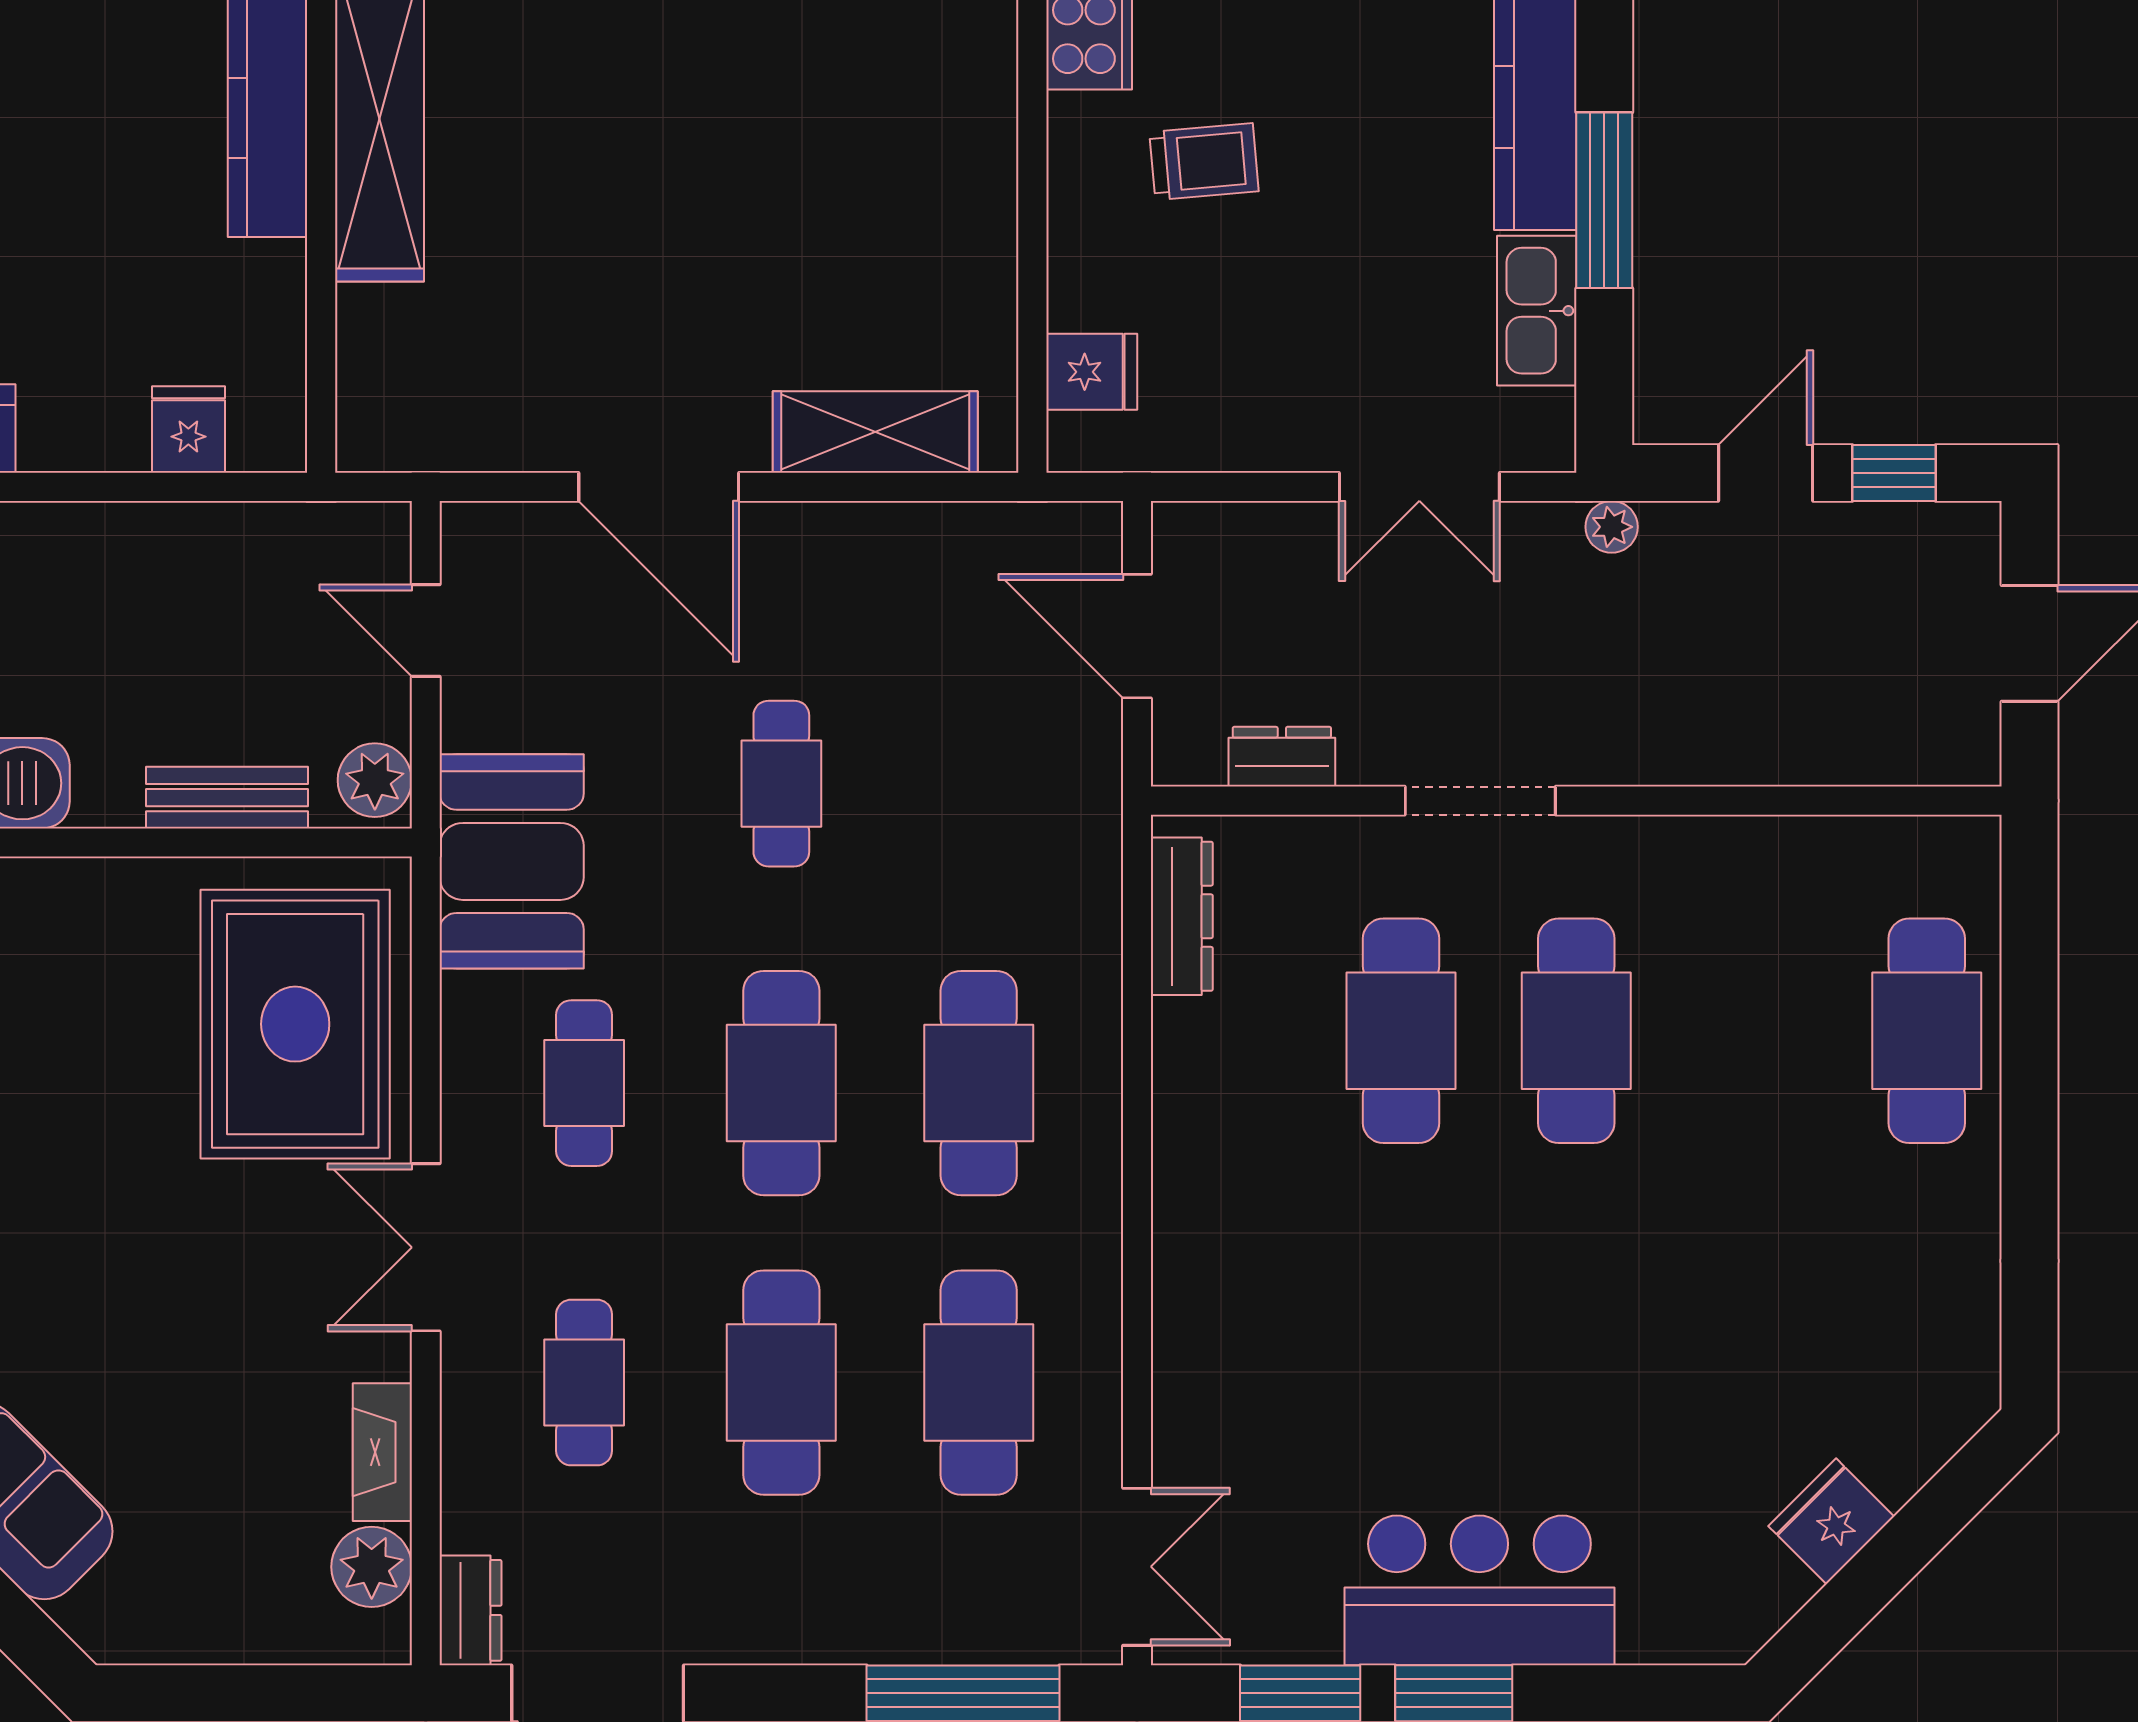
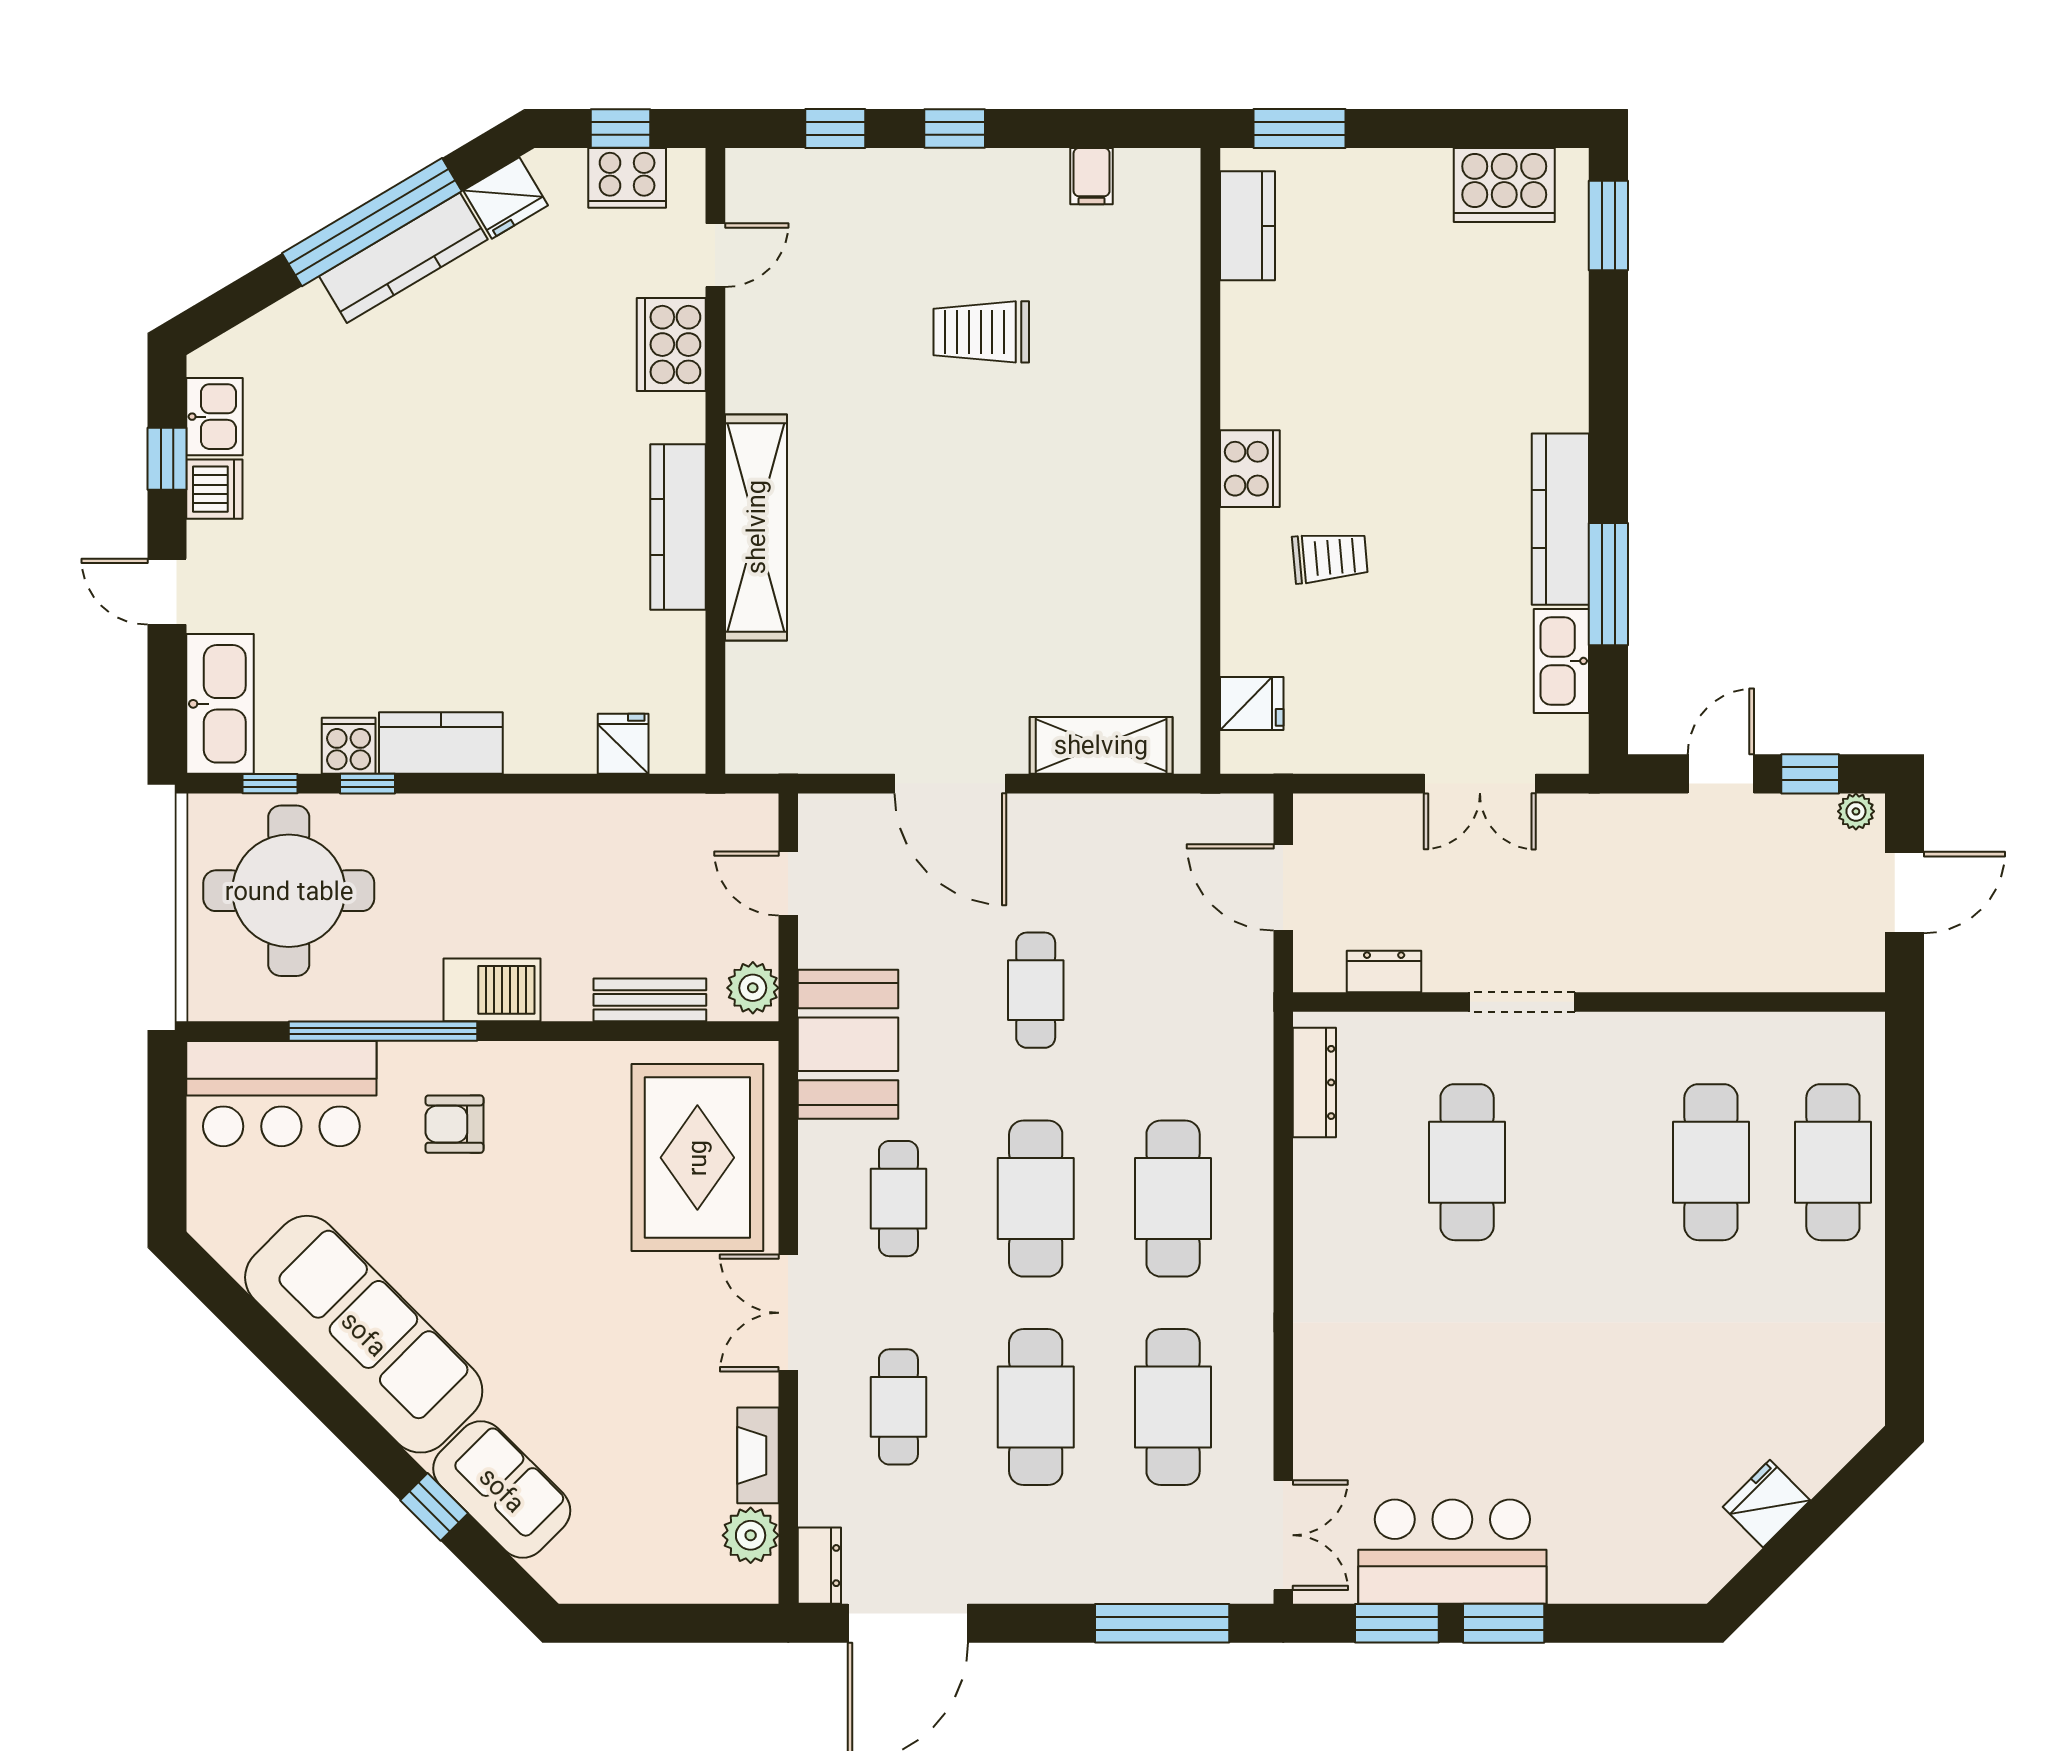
plant: (1612, 527) -> (1856, 811), moved
cafe table: (1576, 1031) -> (1711, 1162), moved
bar counter: (1479, 1590) -> (1452, 1552), moved

